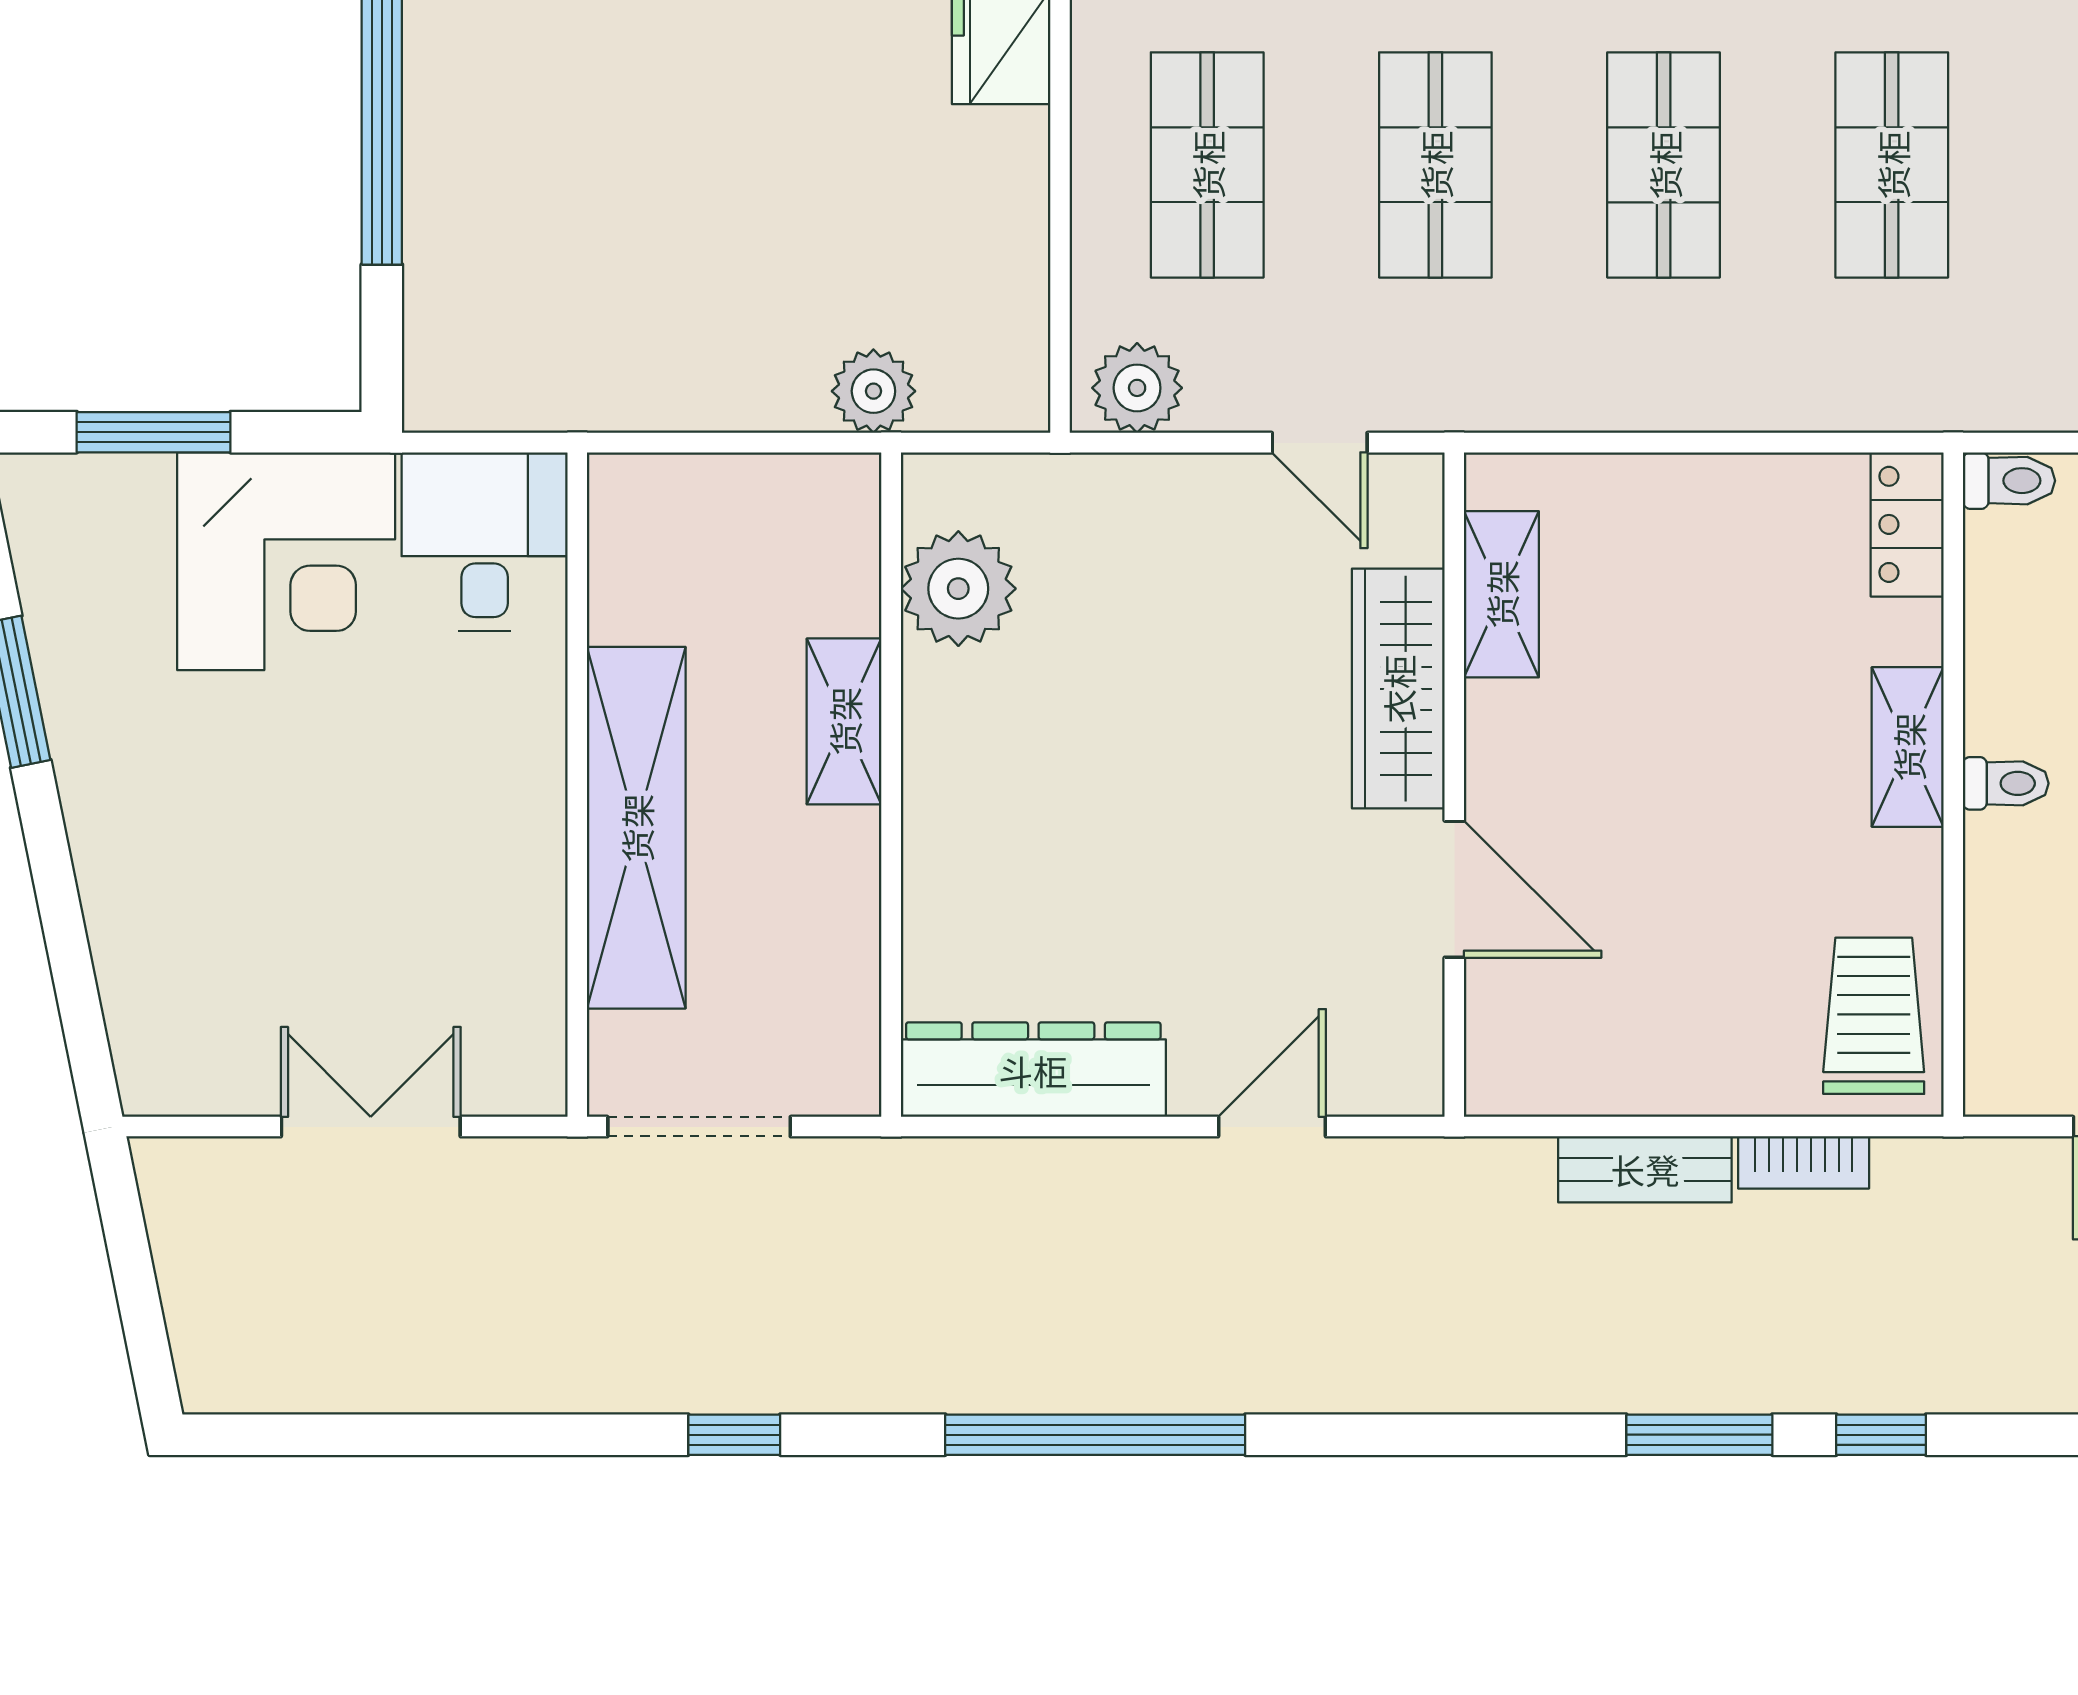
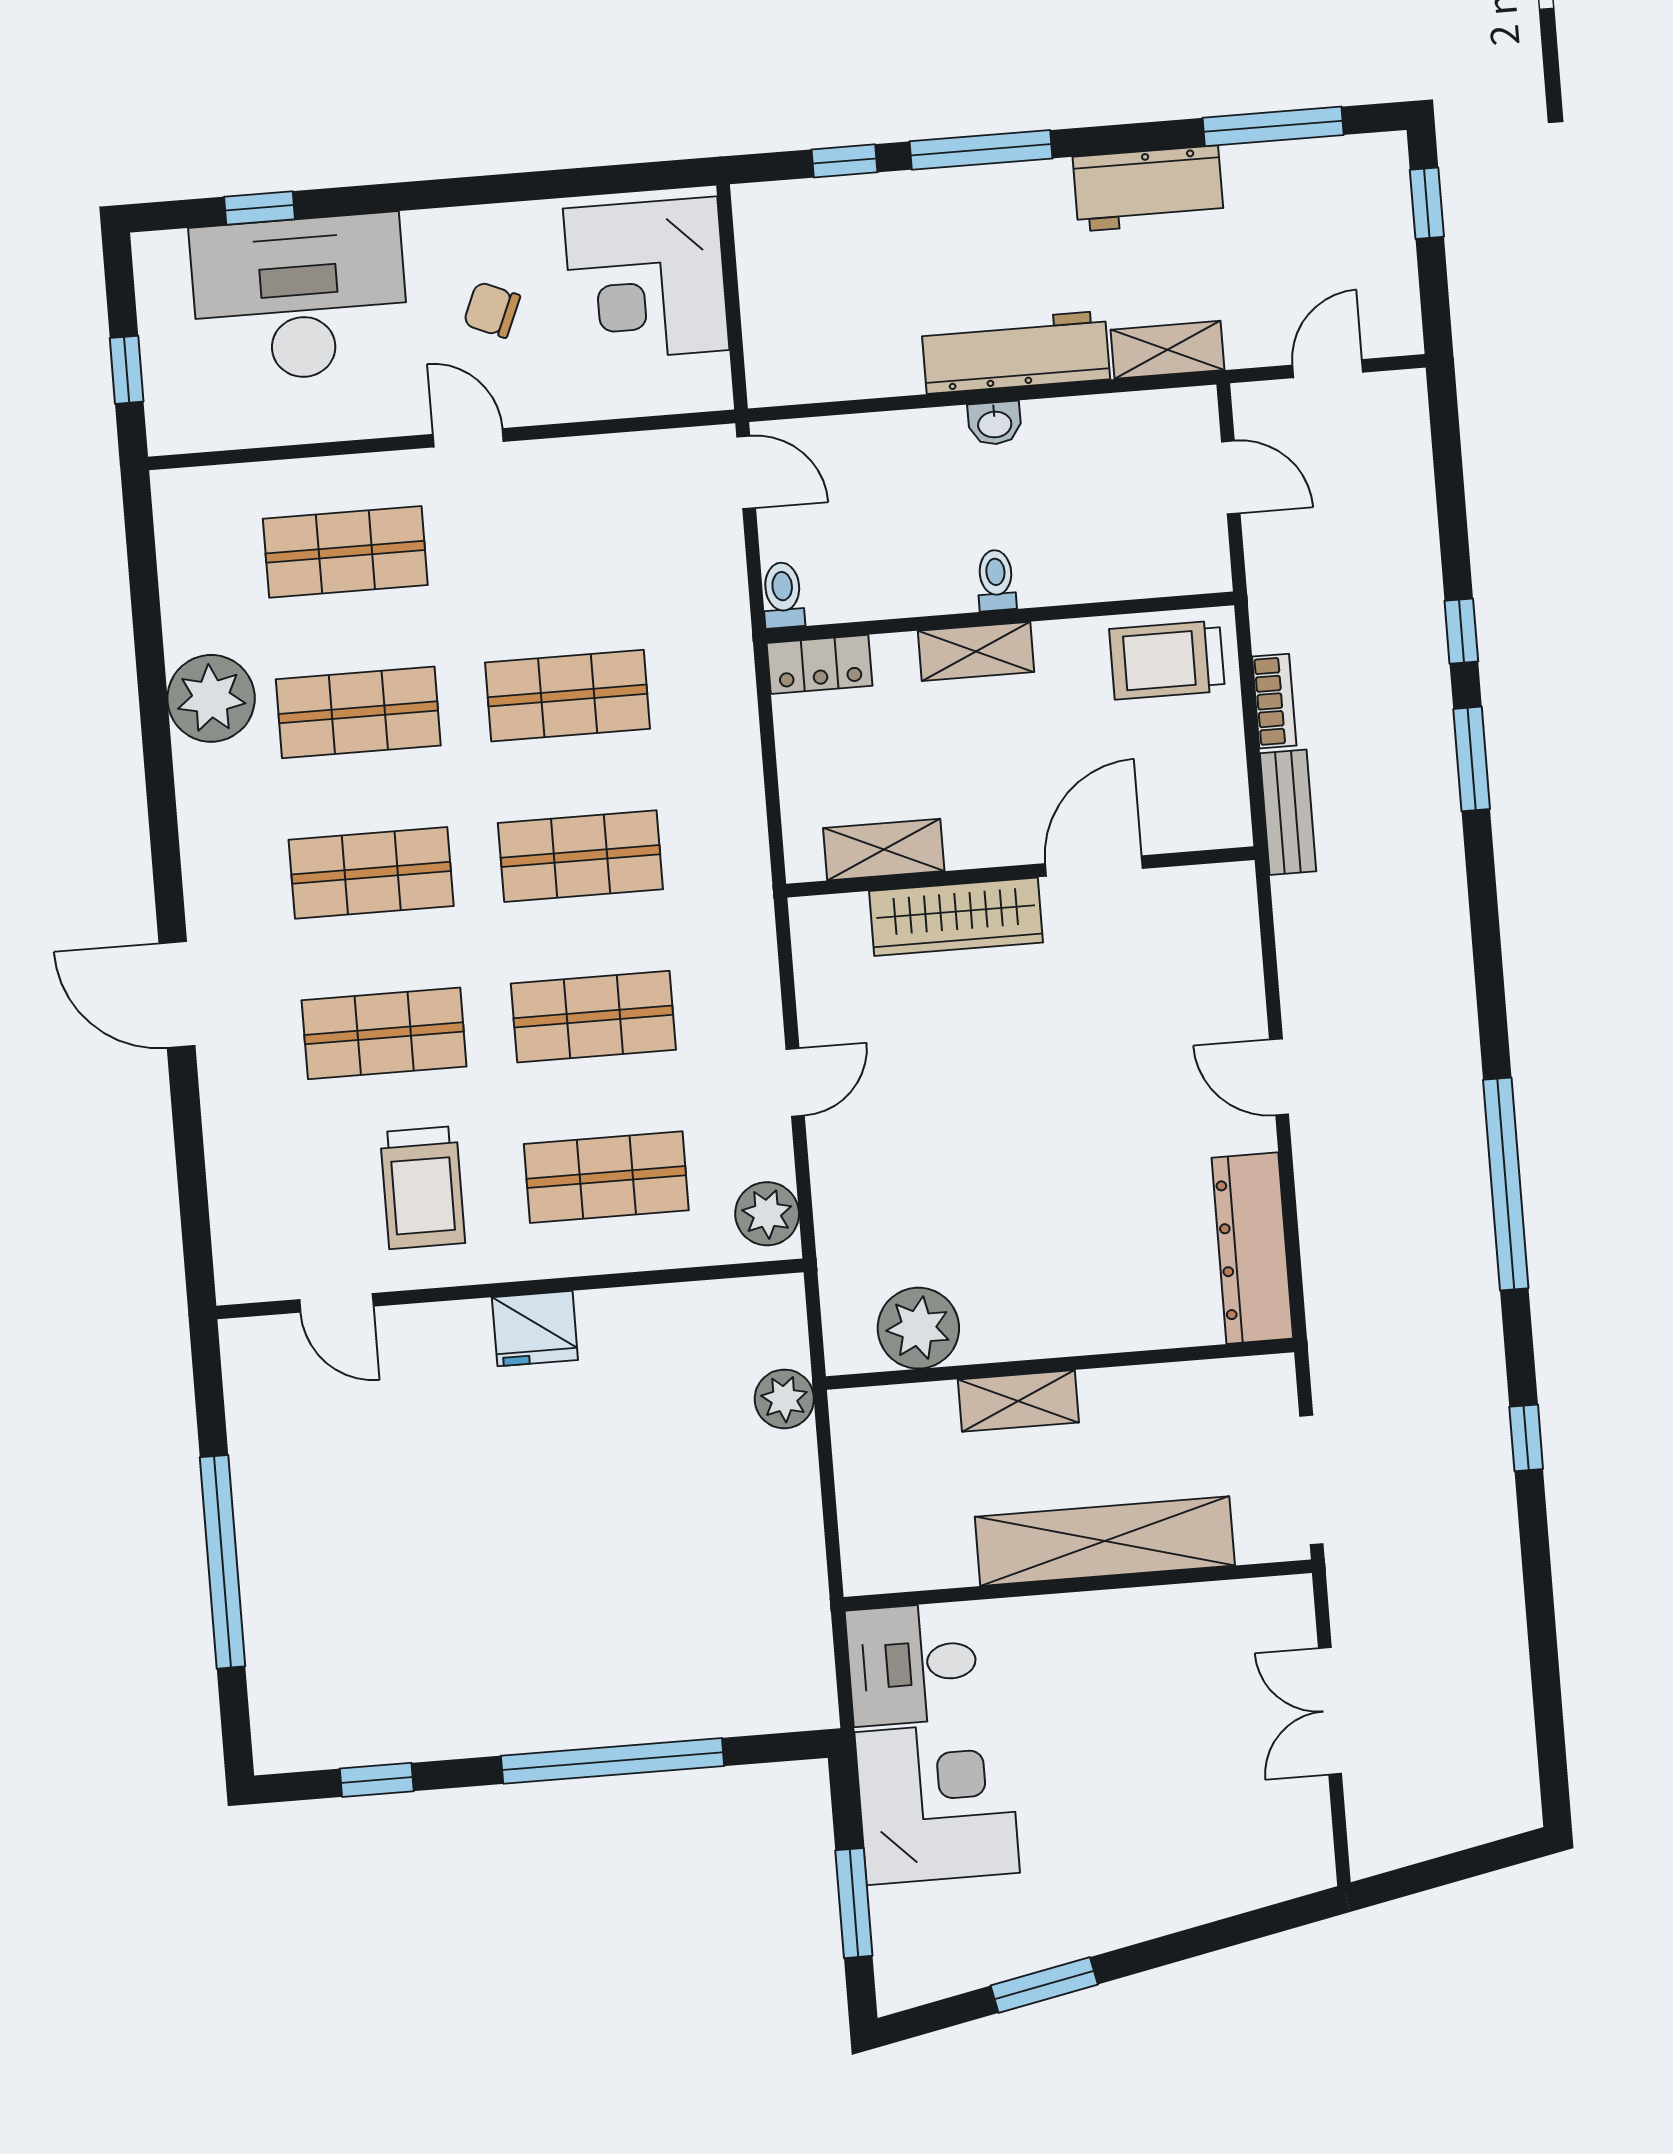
shelving: (1501, 594) -> (884, 850), moved
wardrobe: (1398, 689) -> (956, 917), moved
wall: (1454, 785) -> (1020, 872), moved
door: (1454, 889) -> (1094, 866), moved

